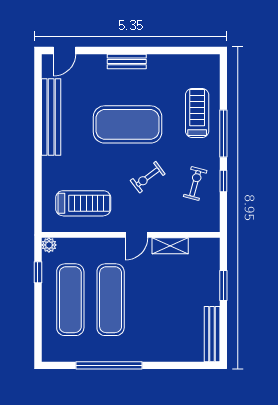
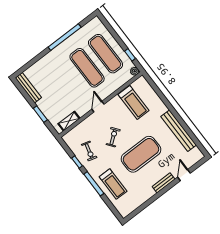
door: (65, 50) -> (184, 175), moved
treadmill: (83, 203) -> (134, 102), turned -90
shelving: (170, 246) -> (69, 121), moved

